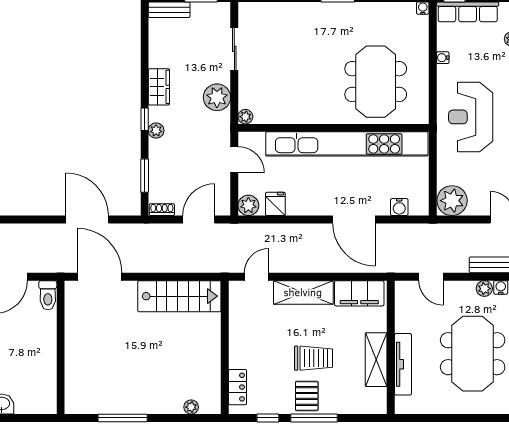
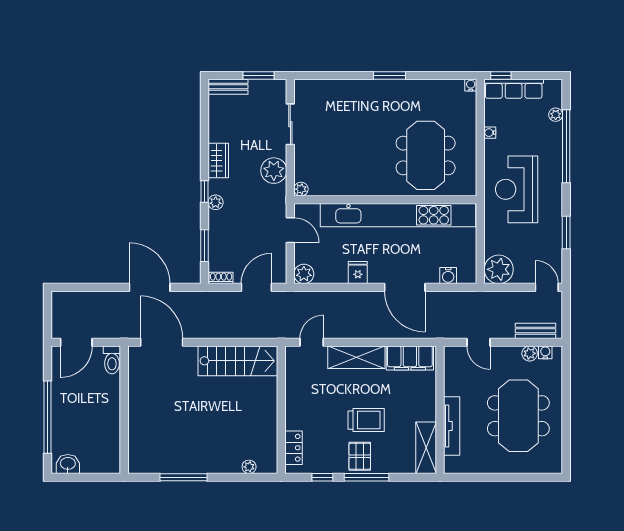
fridge: (275, 204) -> (358, 273), moved
shelving: (376, 360) -> (426, 448), moved

